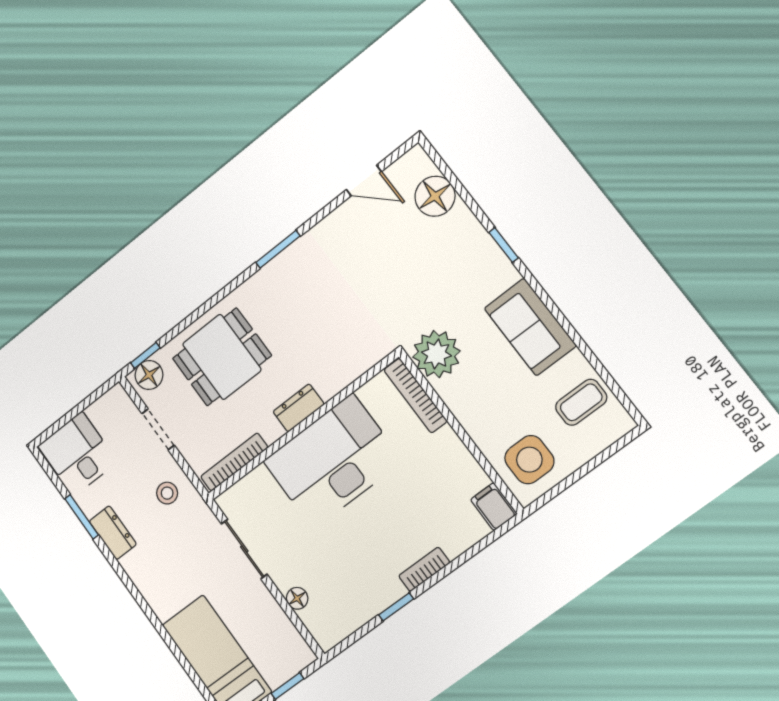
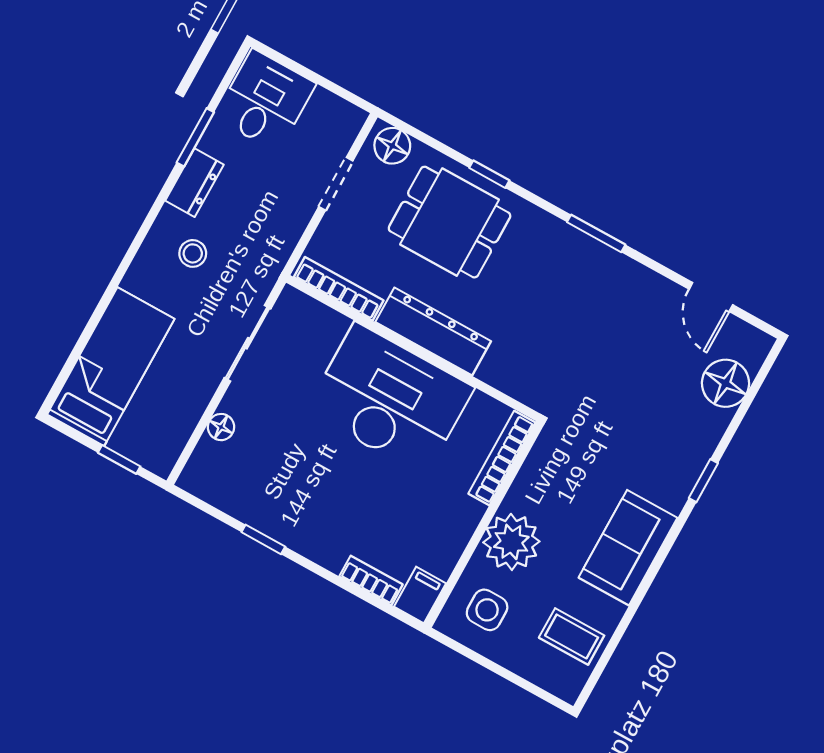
plant: (436, 354) -> (511, 542), moved
window: (145, 355) -> (489, 174), moved
dresser: (299, 408) -> (433, 332), width x1.96, depth x1.24
side table: (529, 460) -> (487, 610), width x0.73, depth x0.73
stool: (167, 493) -> (193, 253), moved
bookcase: (424, 569) -> (371, 580), moved

